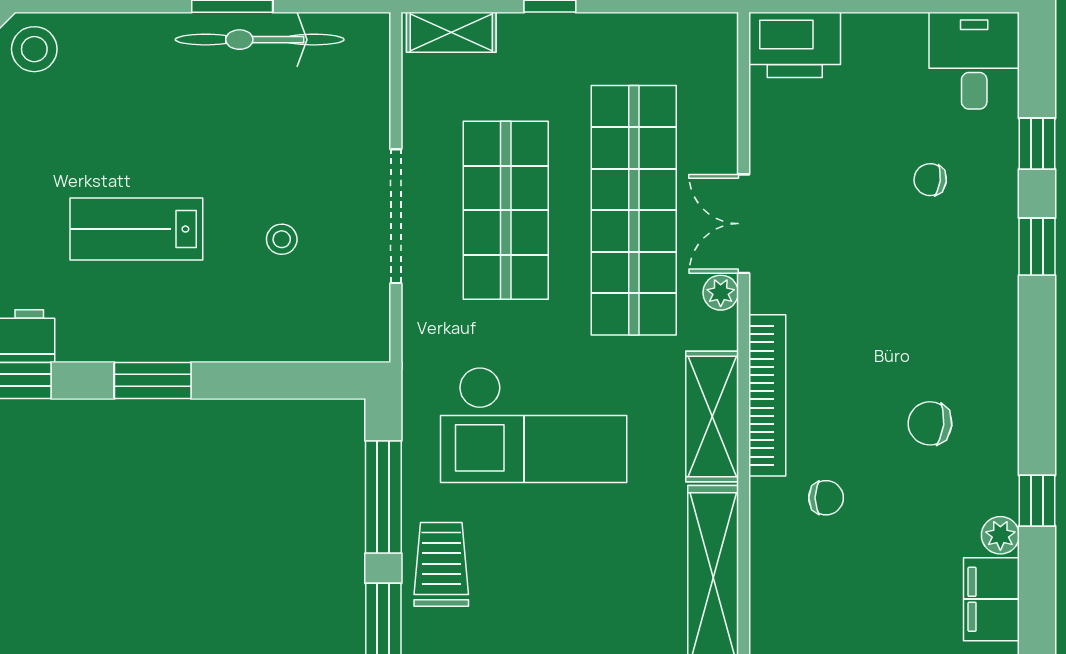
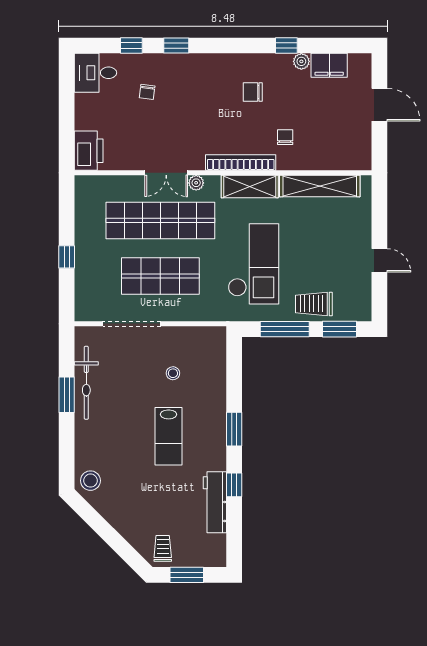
shelving: (451, 32) -> (83, 300), removed
doorway: (396, 216) -> (132, 324), moved
chair: (930, 423) -> (253, 92), turned 84

